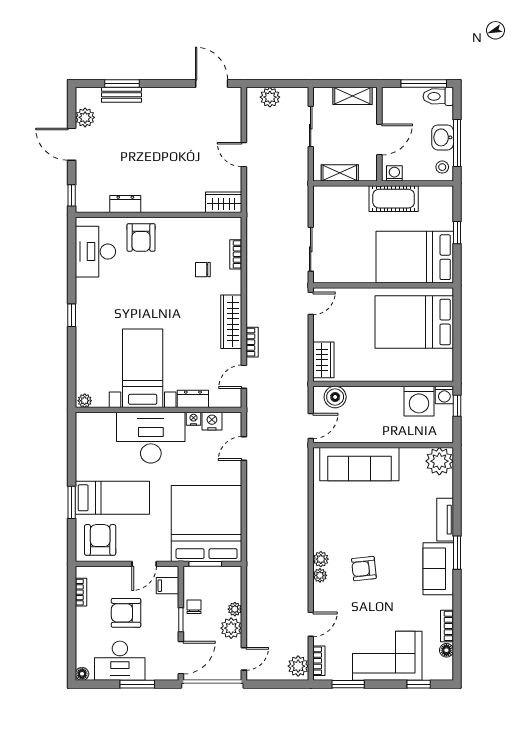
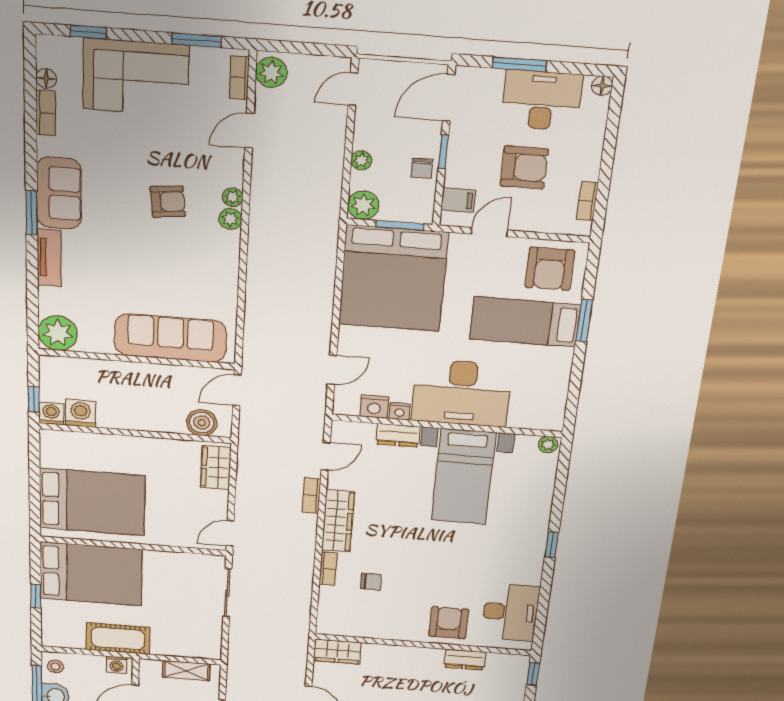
bookcase: (236, 254) -> (328, 569), moved
washing machine: (419, 401) -> (81, 413), width x0.73, depth x0.73
plant: (231, 628) -> (363, 205), moved

